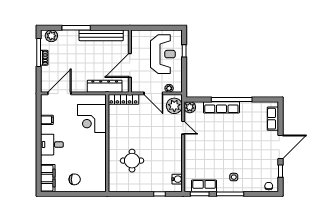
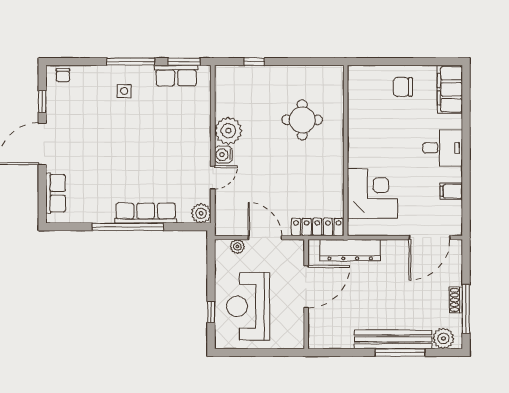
bench: (101, 35) -> (393, 339), moved
plant: (174, 106) -> (228, 131), moved
door: (183, 128) -> (213, 178), swing flipped
water cooler: (177, 179) -> (223, 155), moved

